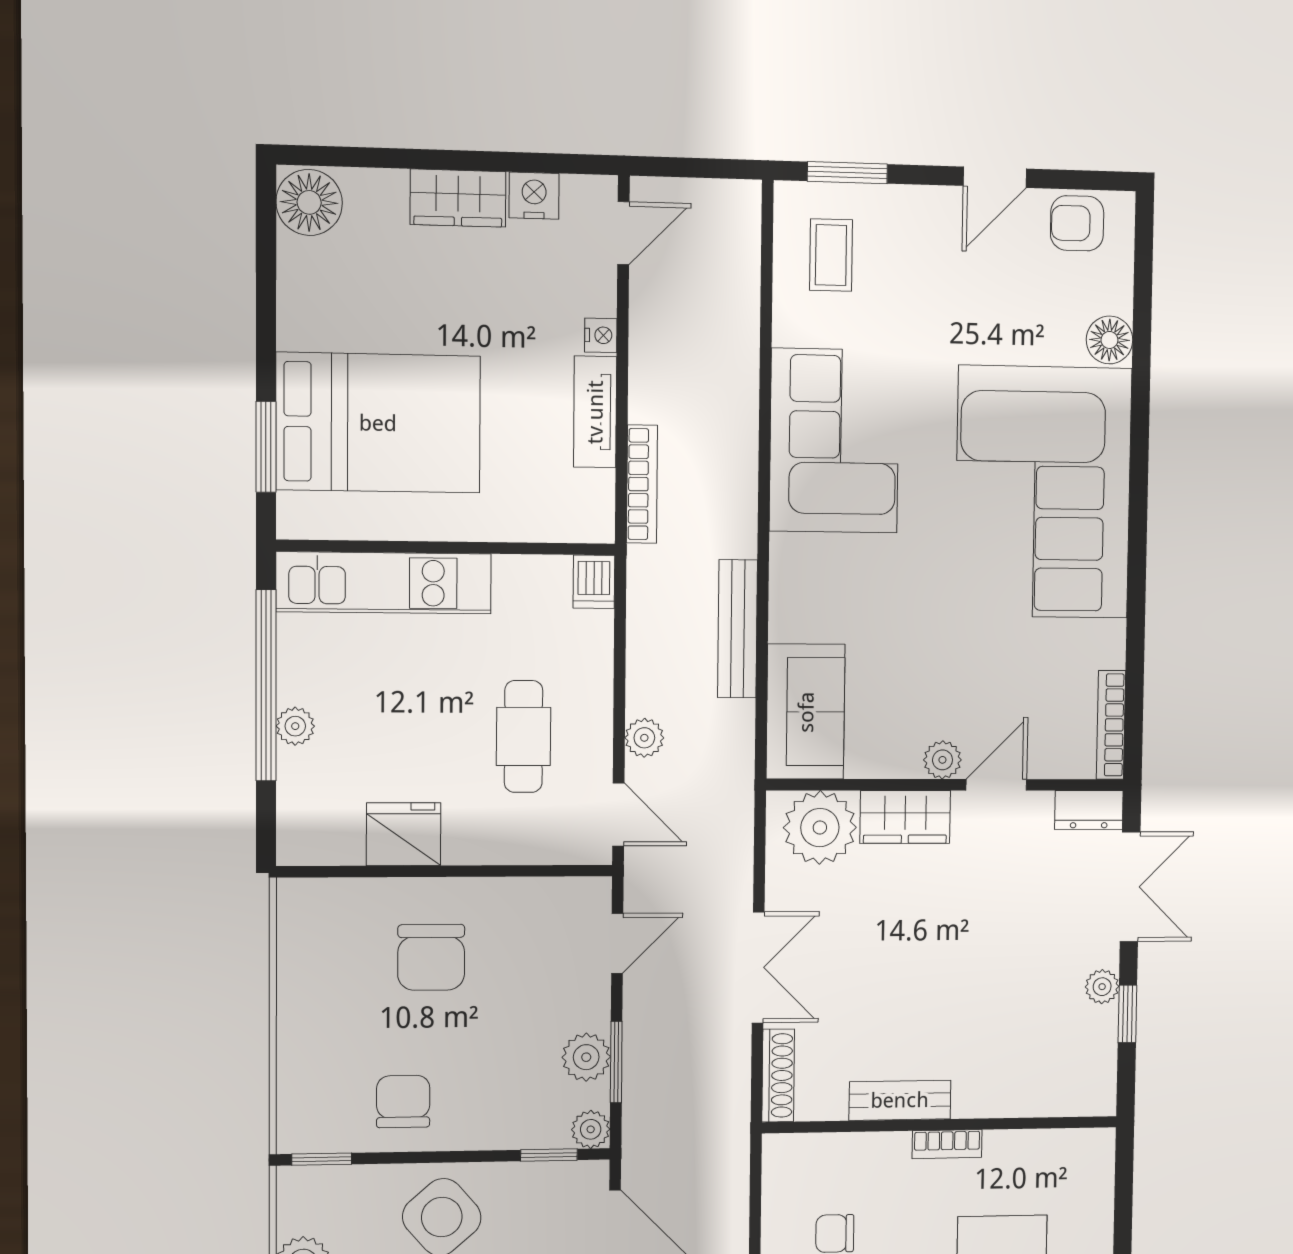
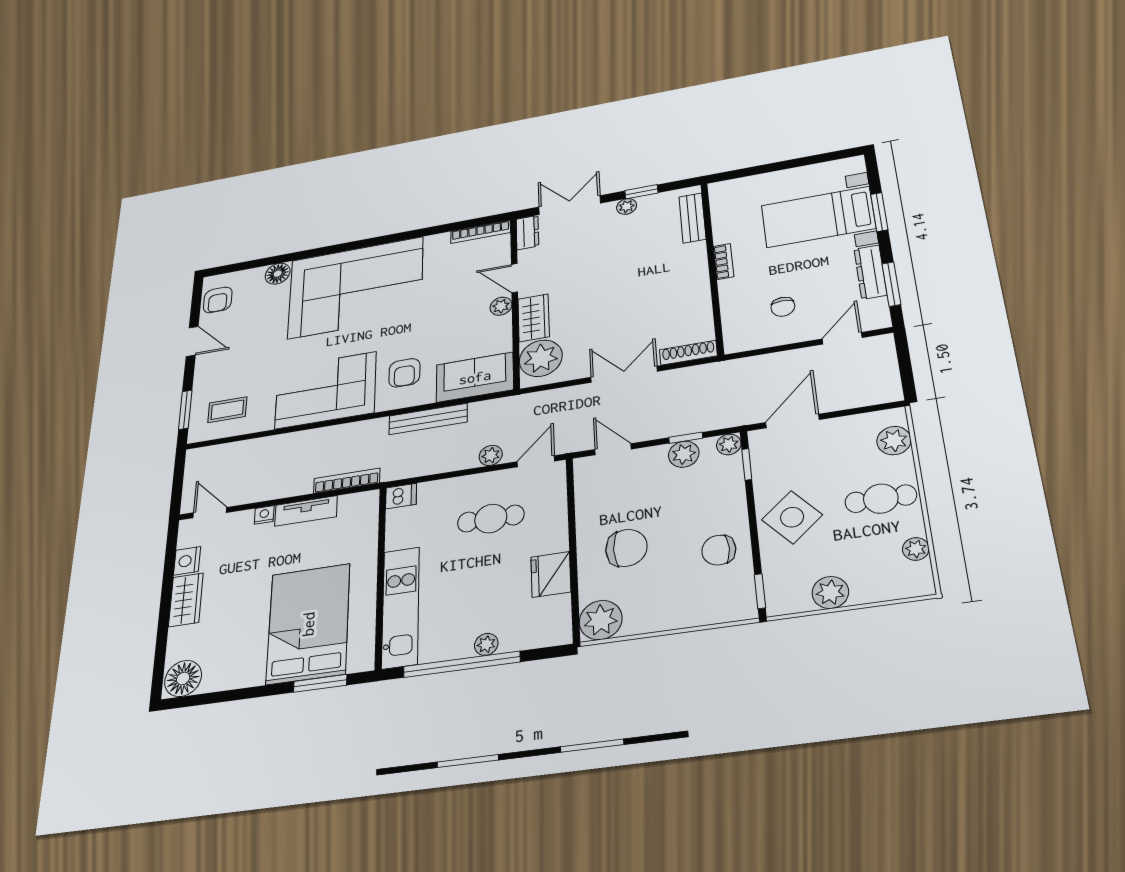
armchair: (841, 586) -> (404, 373), added
plant: (310, 911) -> (601, 620), added
window: (616, 1062) -> (686, 438), width x0.67
bench: (900, 1100) -> (692, 218), moved

